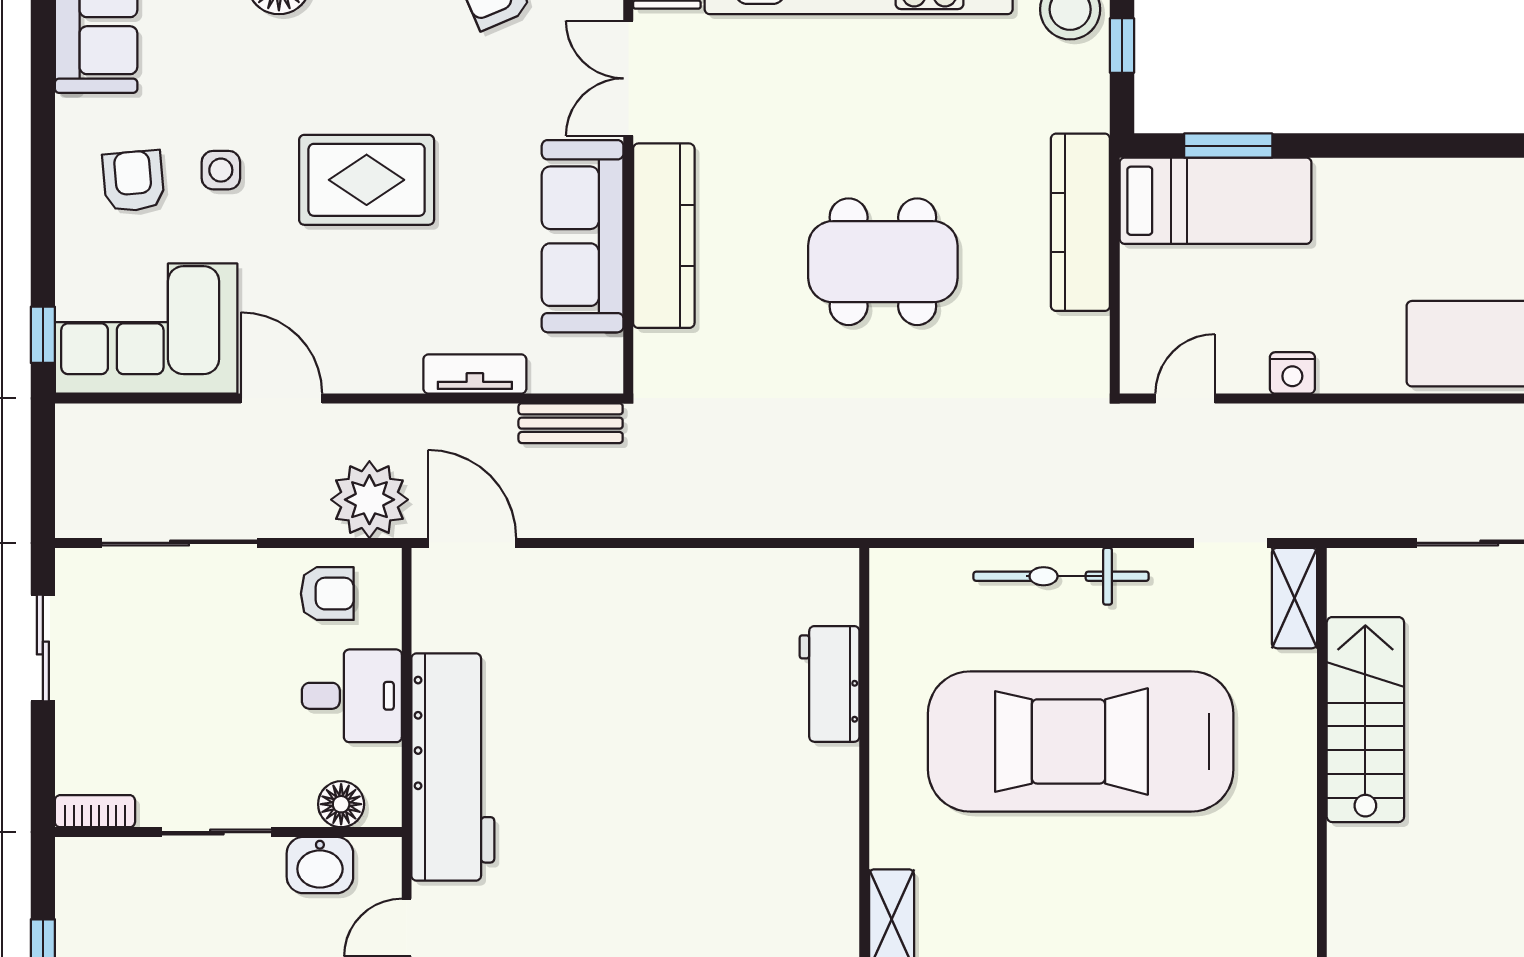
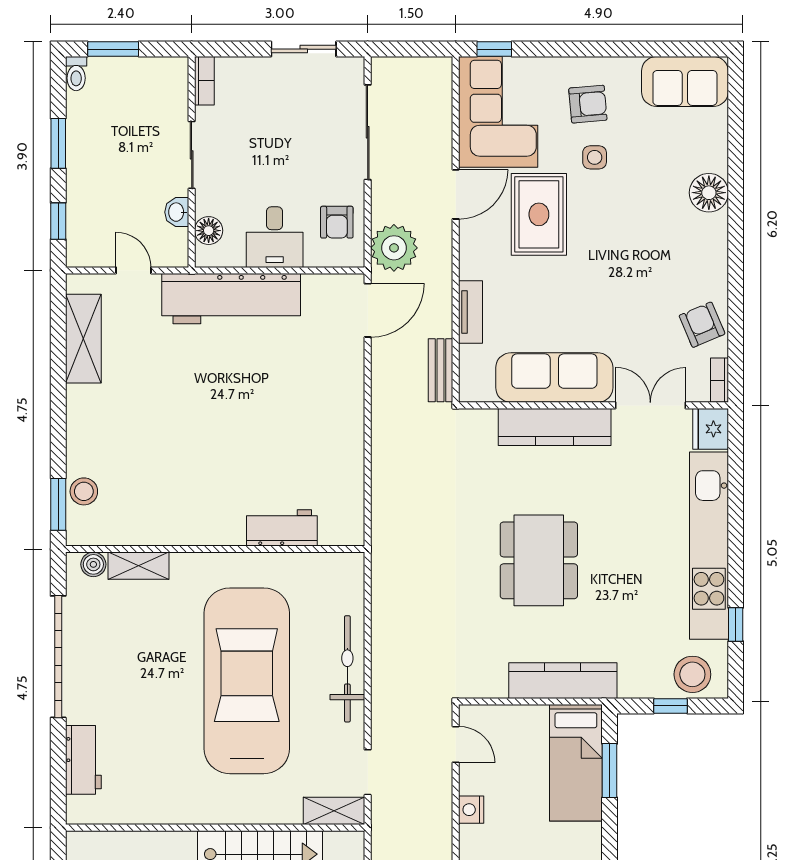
rug: (367, 180) -> (539, 214), moved
washbasin: (320, 865) -> (177, 212), width x0.72, depth x0.69

